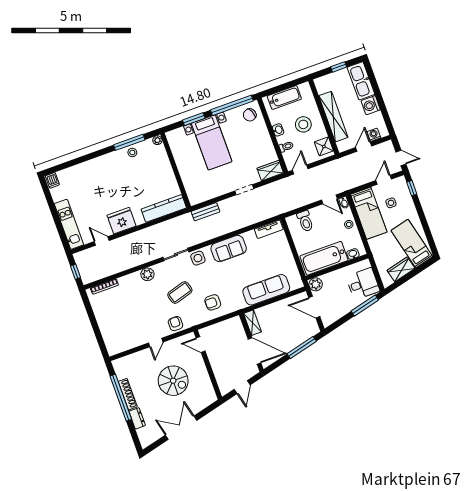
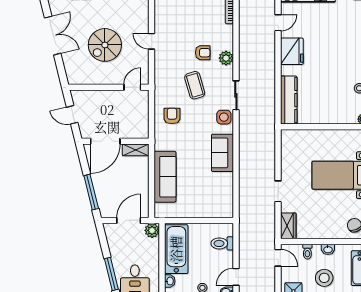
bench: (205, 212) -> (270, 143), removed
tv unit: (269, 229) -> (227, 202), removed
armchair: (175, 324) -> (203, 53), moved

